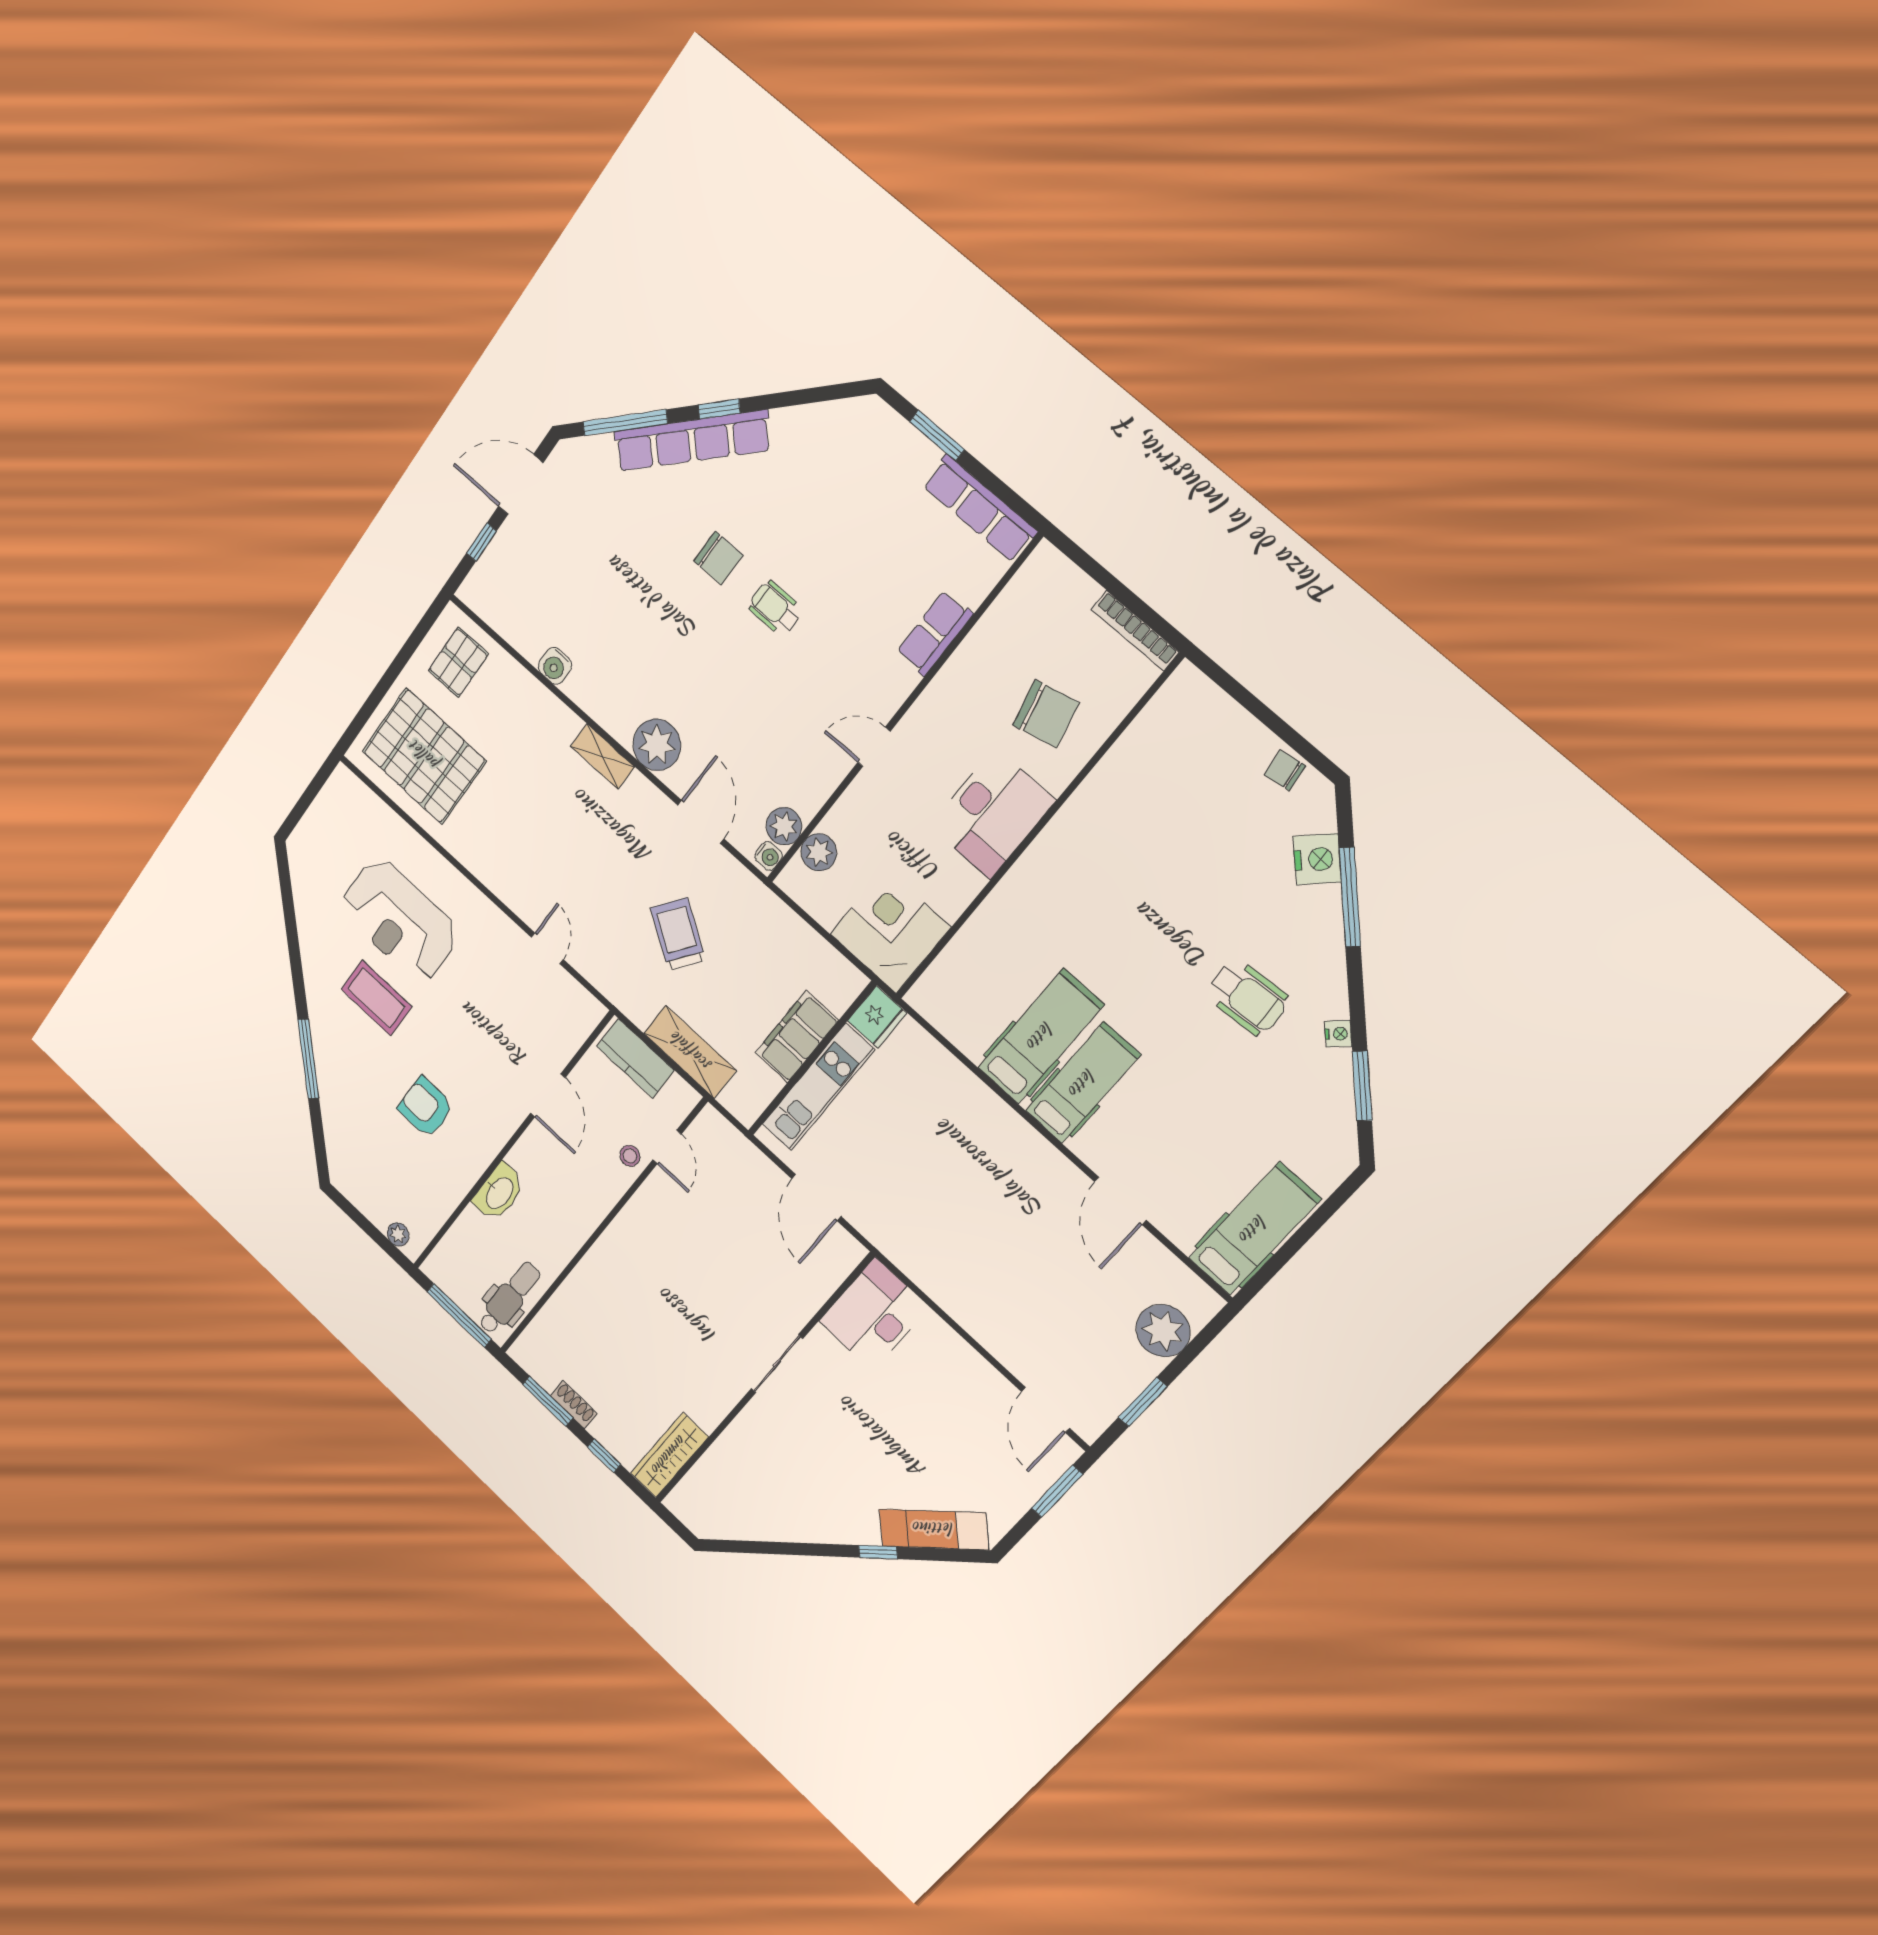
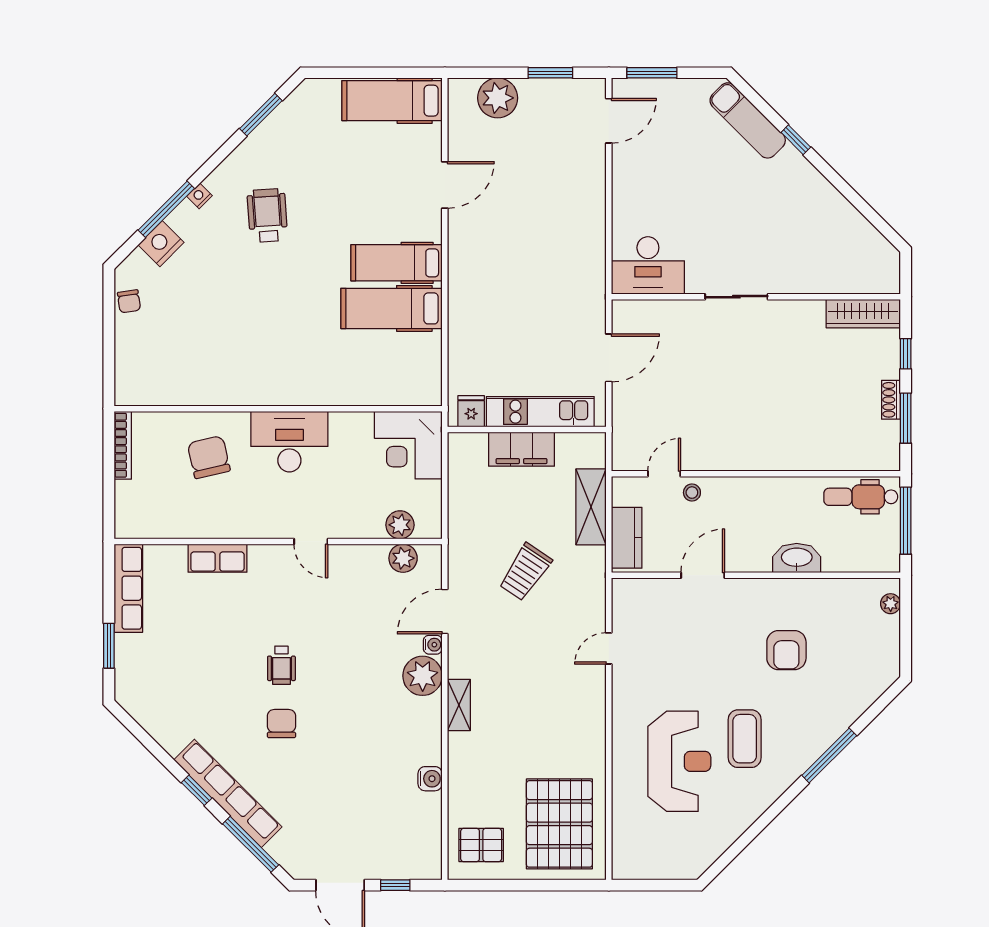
water cooler: (769, 856) -> (433, 645), moved, turned 90
fridge: (877, 1017) -> (471, 411), width x0.72
nightstand: (1338, 1034) -> (199, 196), moved

